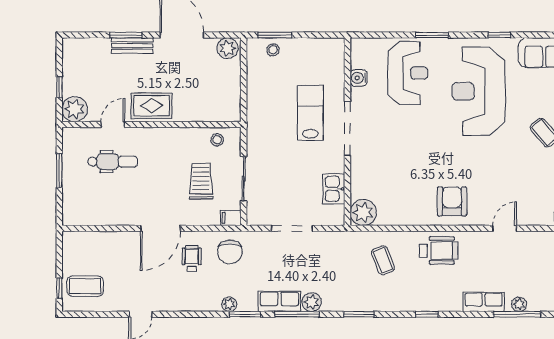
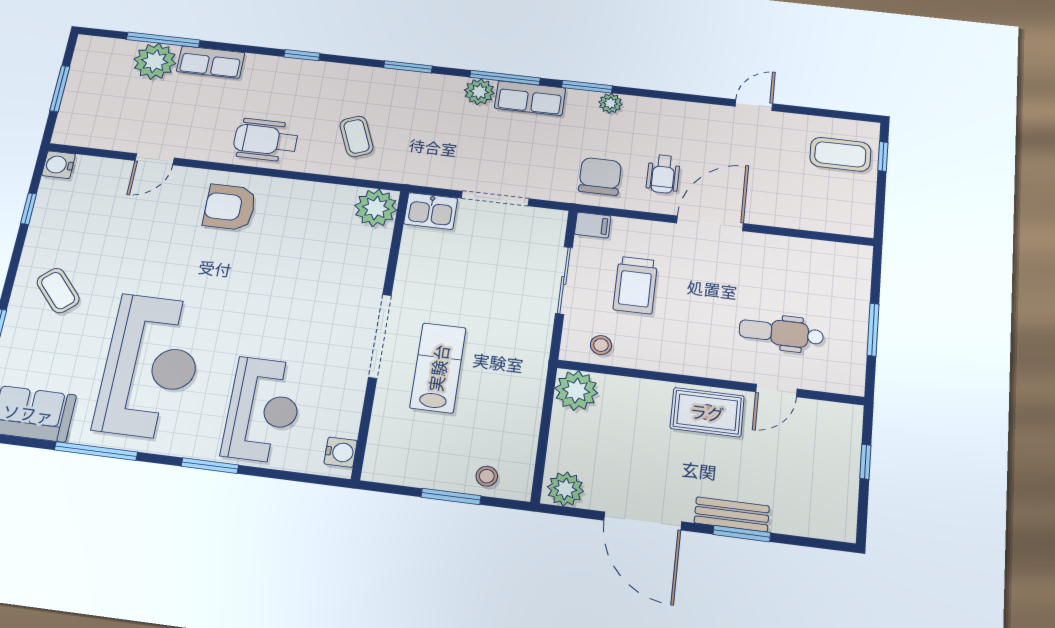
window: (275, 35) -> (451, 496), moved
window: (499, 35) -> (96, 451), width x2.17
reception desk: (408, 73) -> (263, 410), turned 180
water cooler: (359, 78) -> (341, 452), moved
plant: (75, 109) -> (576, 391), moved
lab bench: (310, 113) -> (438, 368), turned 180
kitchen sink: (334, 189) -> (431, 211), moved, turned 90
armchair: (452, 201) -> (230, 207), turned 90
plant: (519, 304) -> (155, 61), width x1.88, depth x1.88

